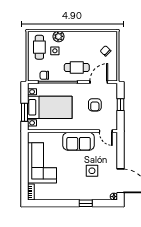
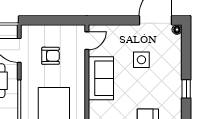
window: (120, 105) -> (50, 20), removed
window: (86, 203) -> (186, 89), moved

